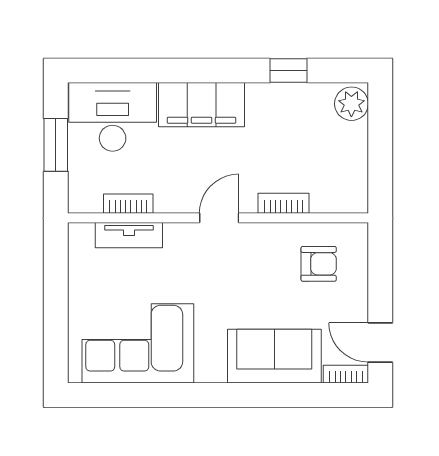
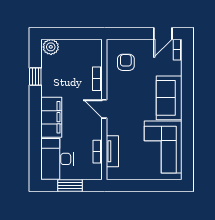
sofa: (274, 356) -> (169, 98), moved

